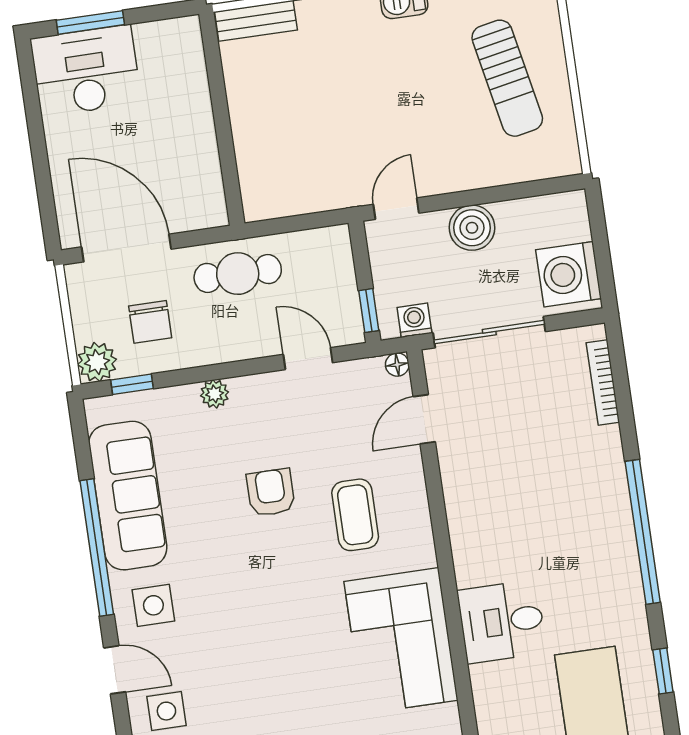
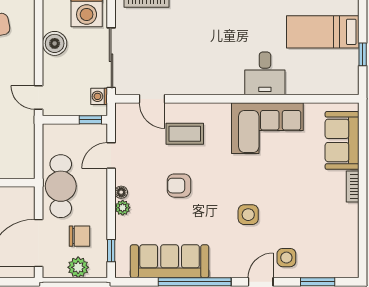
boiler: (472, 228) -> (55, 43), moved
cafe table: (238, 274) -> (61, 186), width x1.37, depth x1.35
plant: (97, 362) -> (78, 267), moved
floor lamp: (397, 365) -> (121, 192), moved
coffee table: (355, 515) -> (185, 134), moved
side table: (153, 605) -> (248, 215), moved

